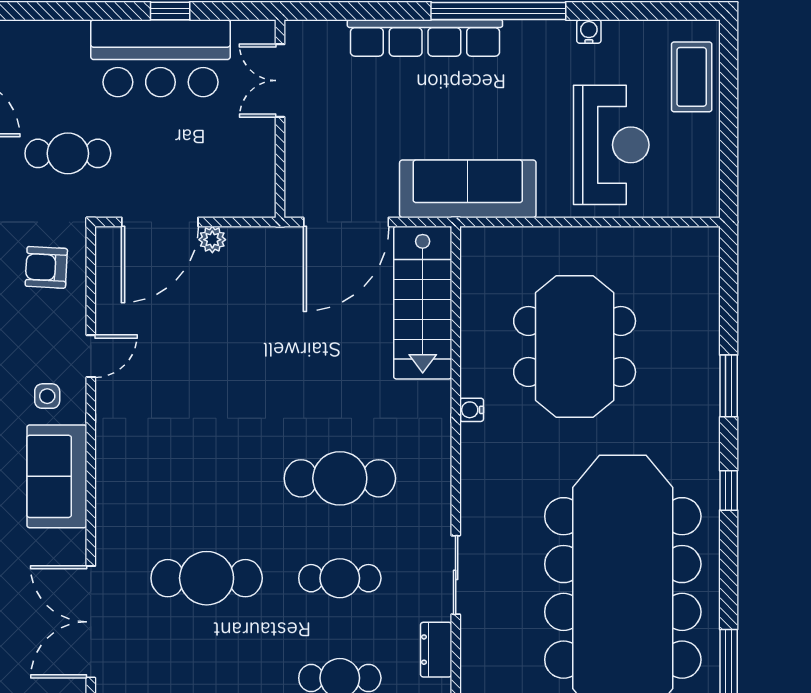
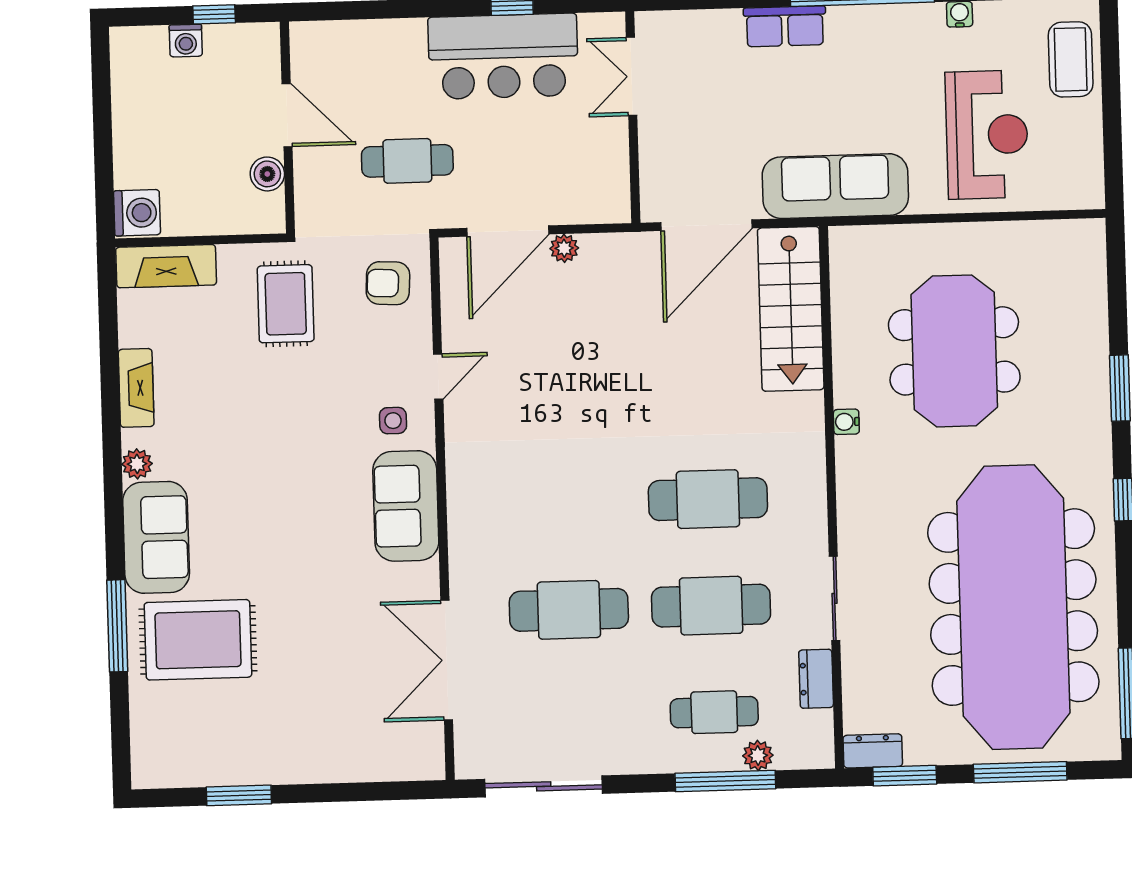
row of seats: (425, 38) -> (785, 26), width x0.50
cafe table: (340, 578) -> (711, 606), width x1.37, depth x1.35

